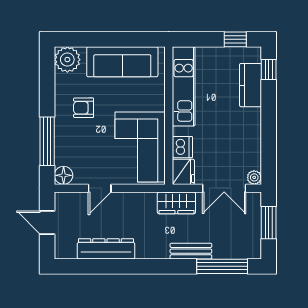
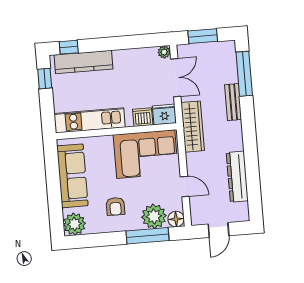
kitchen counter: (250, 85) -> (84, 62), width x1.50
plant: (69, 151) -> (154, 216), added
wardrobe: (176, 203) -> (193, 127), width x1.50

